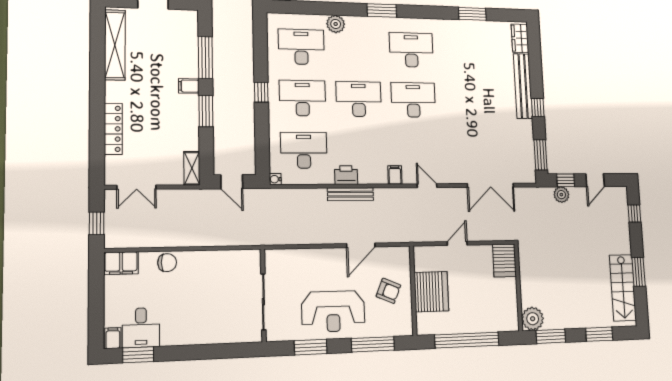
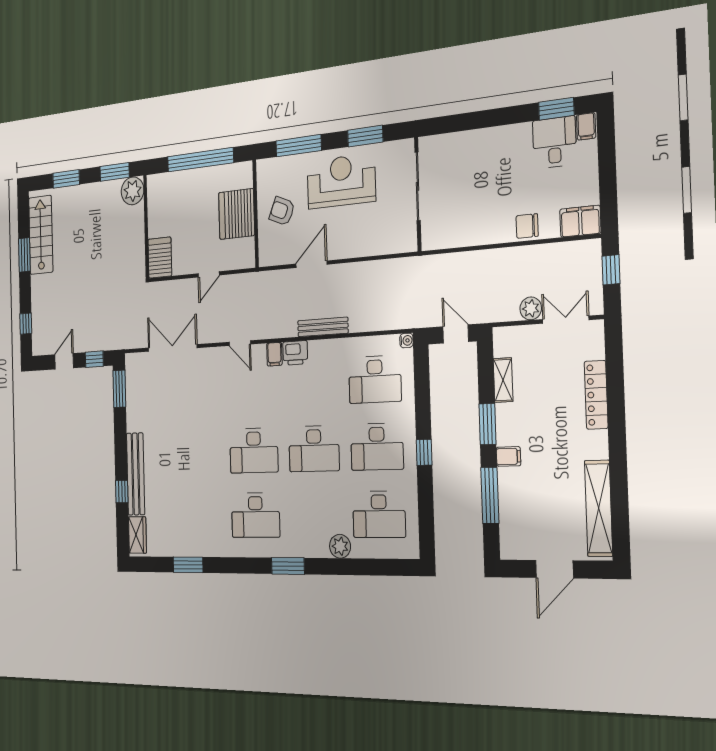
window: (538, 107) -> (122, 492), moved
shelving: (192, 168) -> (503, 380), moved
printer: (346, 175) -> (295, 353), moved
plant: (561, 195) -> (531, 308), moved

